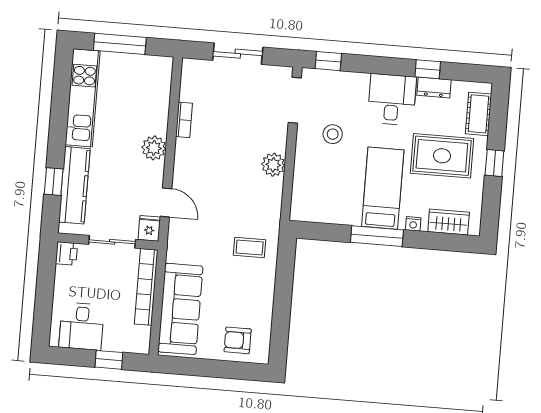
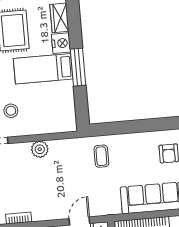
nightstand: (413, 224) -> (61, 43), width x1.89, depth x1.79

